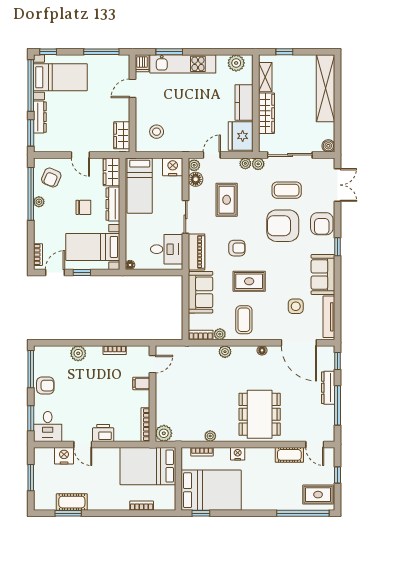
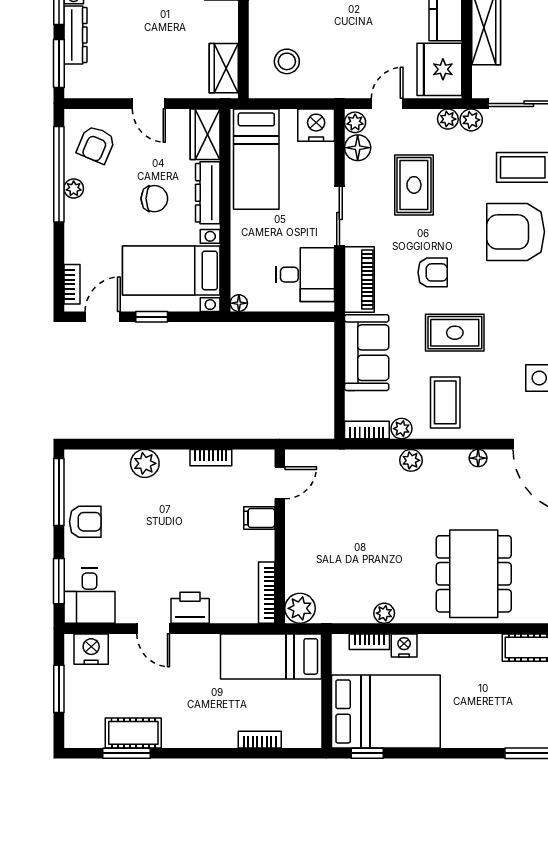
nightstand: (238, 454) -> (404, 645), moved
nightstand: (64, 456) -> (91, 649), moved
bed: (148, 466) -> (271, 656), width x0.67

